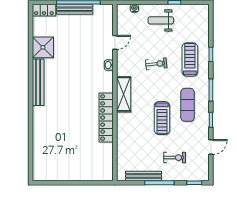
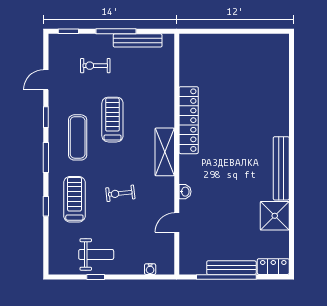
weight bench: (161, 20) -> (96, 254), moved
treadmill: (190, 59) -> (74, 199), turned 180

